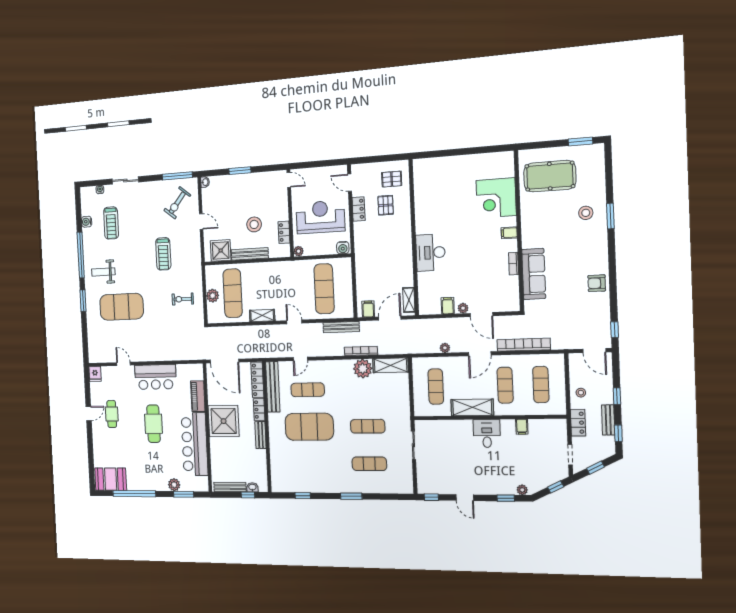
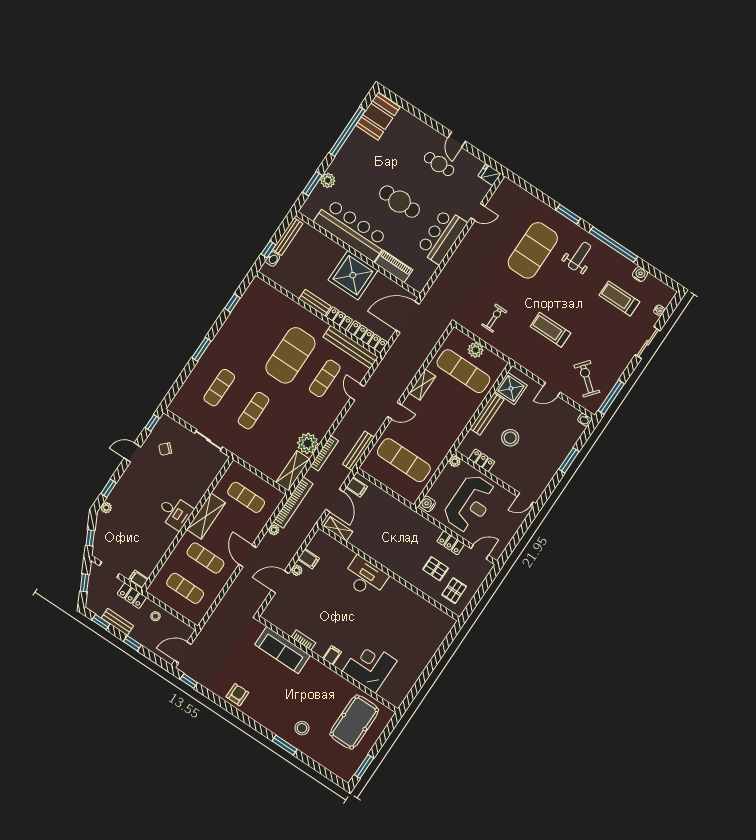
bookcase: (524, 345) -> (293, 503), moved
filing cabinet: (522, 427) -> (138, 579), moved
chair: (444, 474) -> (165, 449), added

